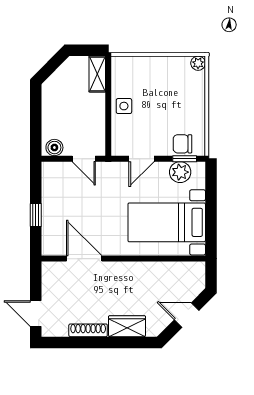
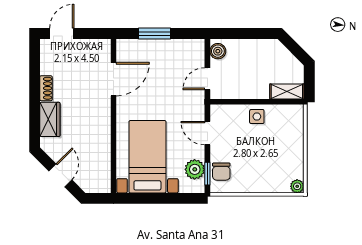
chair: (183, 144) -> (221, 172), turned 180
window: (36, 215) -> (154, 34), width x1.50
shoe rack: (88, 330) -> (46, 88), width x0.70

